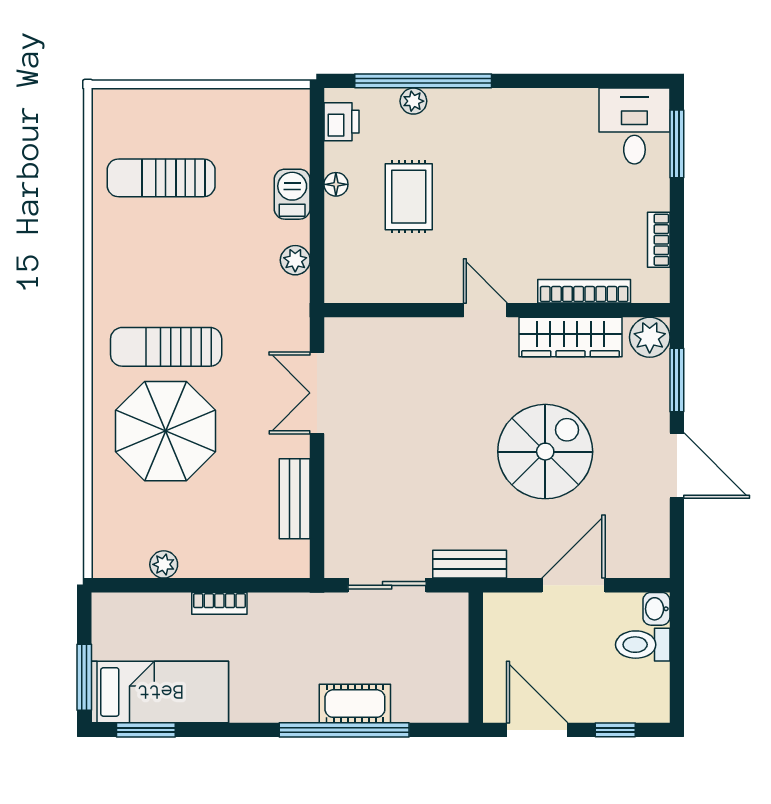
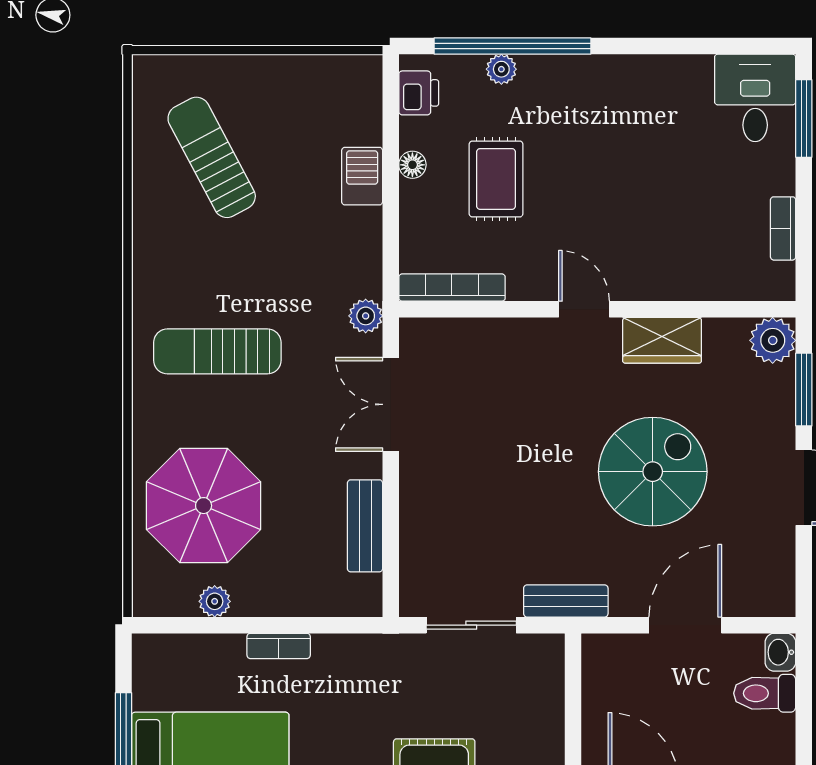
sun lounger: (161, 178) -> (212, 157), turned 62
plant: (295, 260) -> (366, 316), moved
bookcase: (584, 291) -> (452, 288), moved
wardrobe: (571, 337) -> (662, 340), width x0.67
parasol: (165, 431) -> (204, 506), moved

